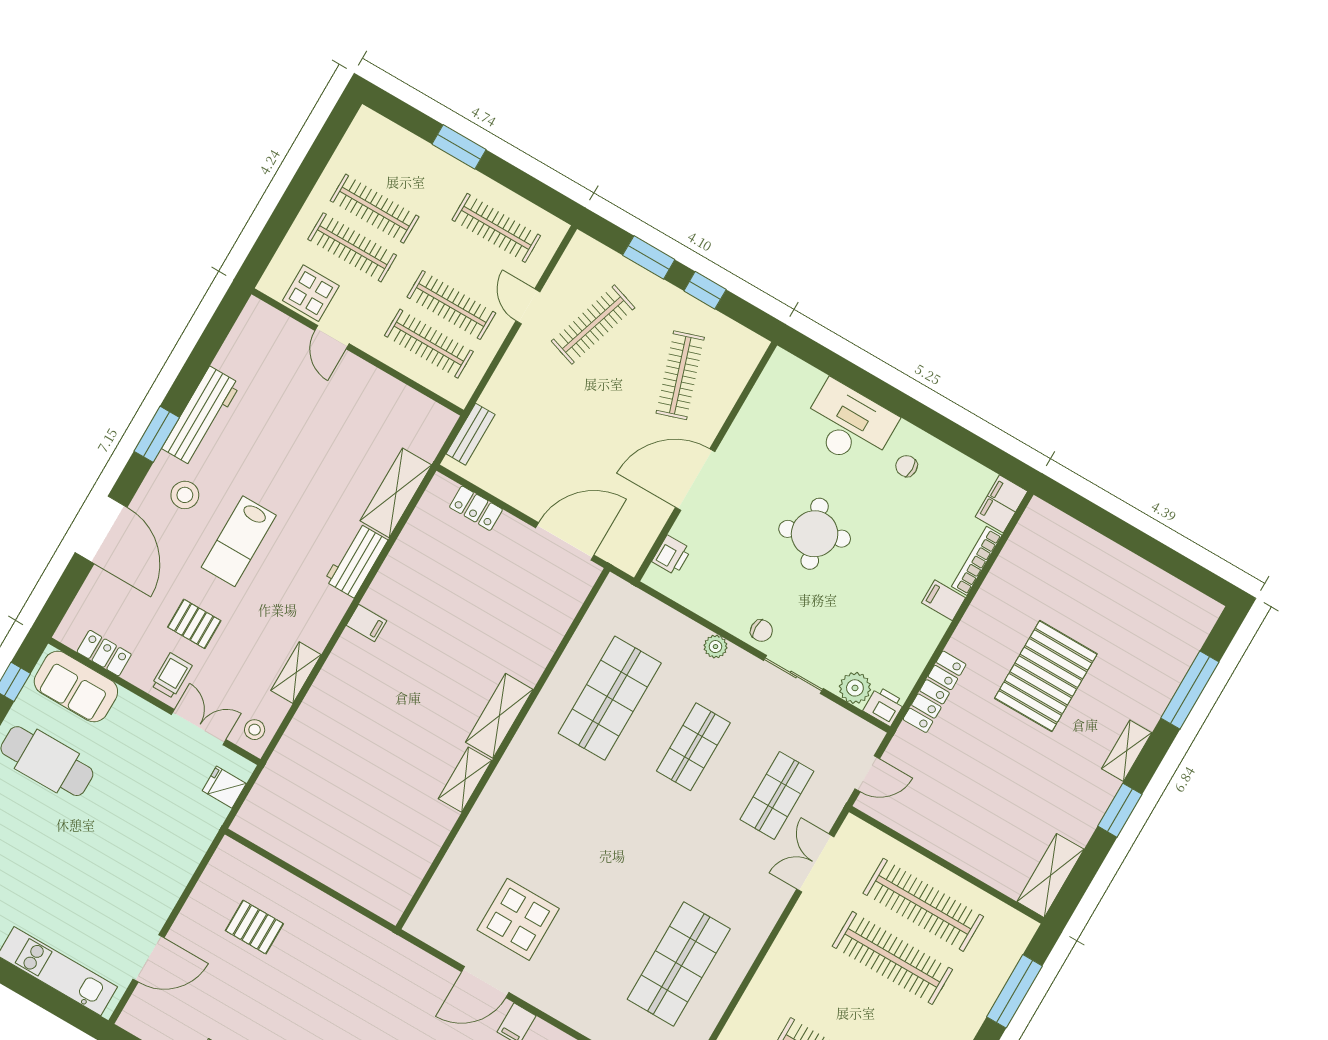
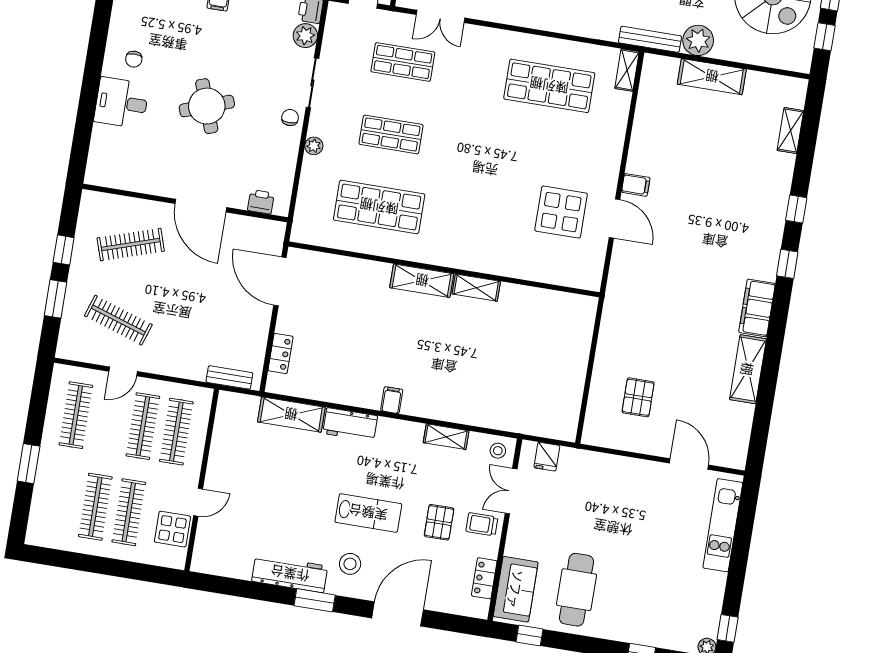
desk: (849, 425) -> (121, 103), width x0.73

